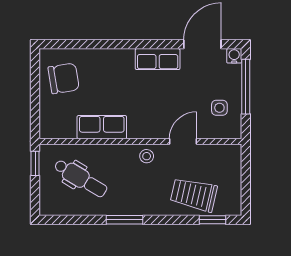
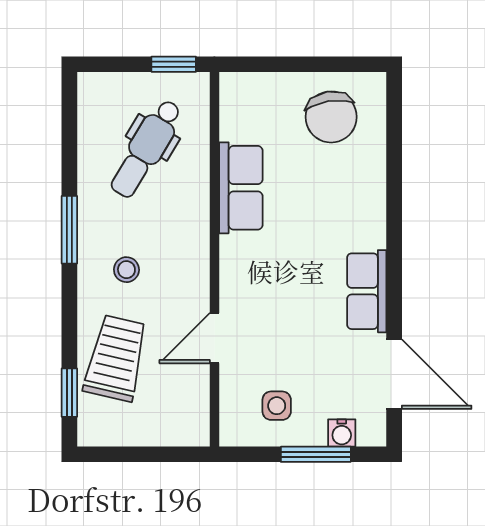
water cooler: (234, 56) -> (342, 433), moved, turned 90
window: (246, 87) -> (316, 454), width x0.69
door: (183, 141) -> (214, 338), swing flipped
stool: (147, 156) -> (126, 270), moved

